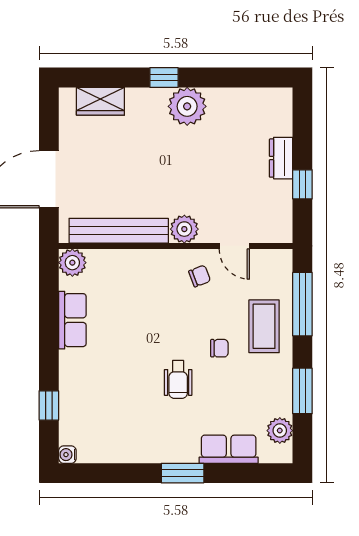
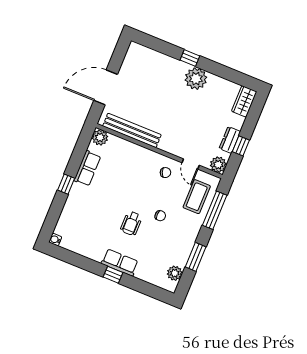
wardrobe: (100, 101) -> (244, 101), moved, turned 90
dresser: (281, 158) -> (230, 140), moved
plant: (184, 229) -> (218, 165), moved
coffee table: (264, 326) -> (197, 197), moved
window: (49, 405) -> (66, 184), moved
row of seats: (229, 449) -> (120, 263), moved
window: (183, 473) -> (113, 275), width x0.67

